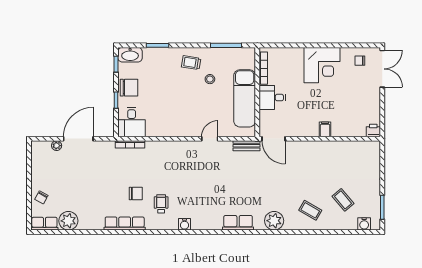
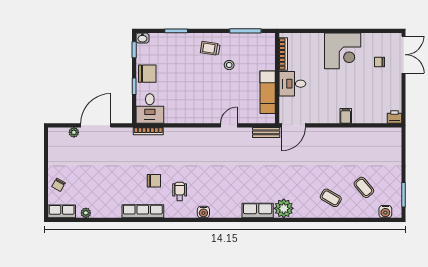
washbasin: (130, 55) -> (142, 38), width x0.52, depth x0.69
chair: (360, 61) -> (379, 62), moved
exam couch: (245, 98) -> (268, 92), width x0.73, depth x0.69
door: (274, 139) -> (294, 125), hinge flipped
plant: (68, 221) -> (86, 213), width x0.53, depth x0.53
plant: (274, 221) -> (284, 208), moved

